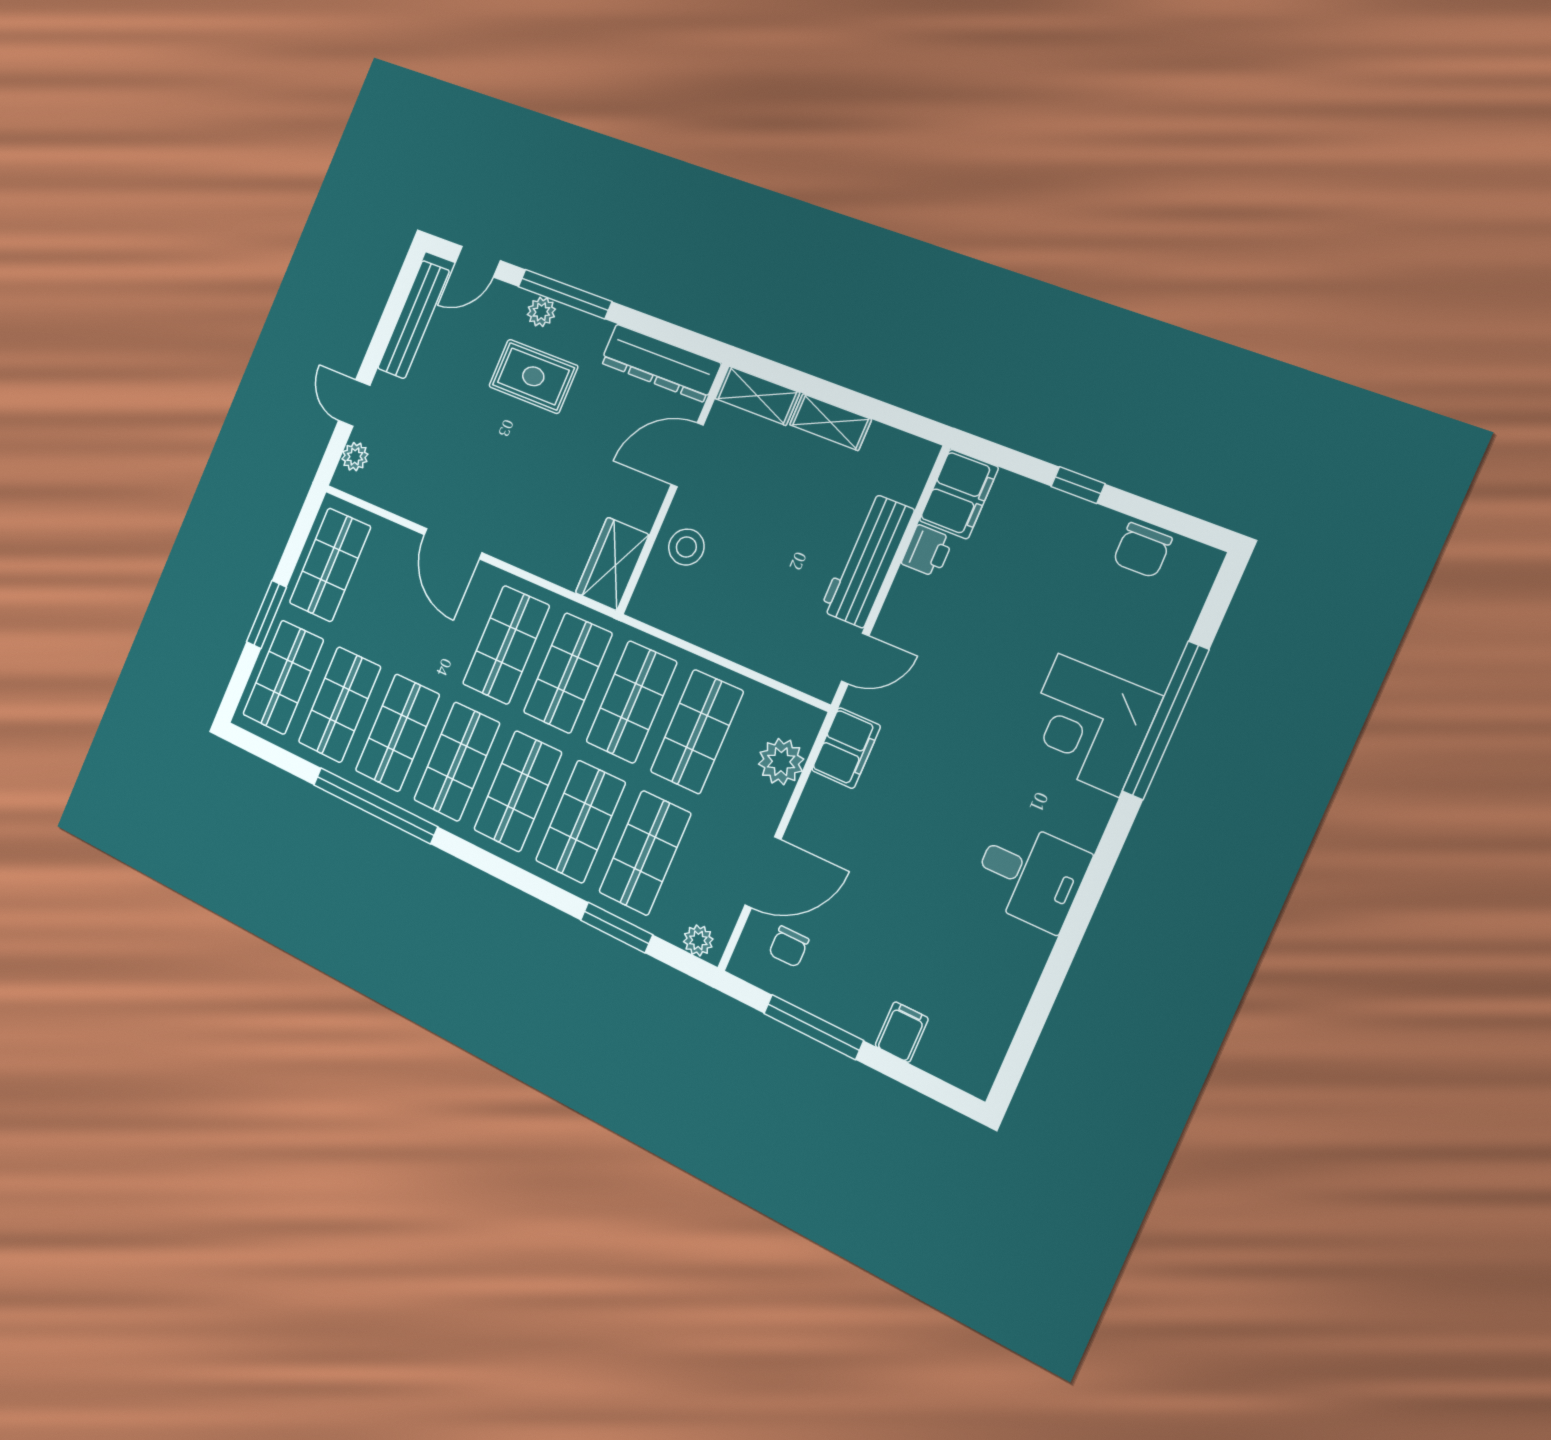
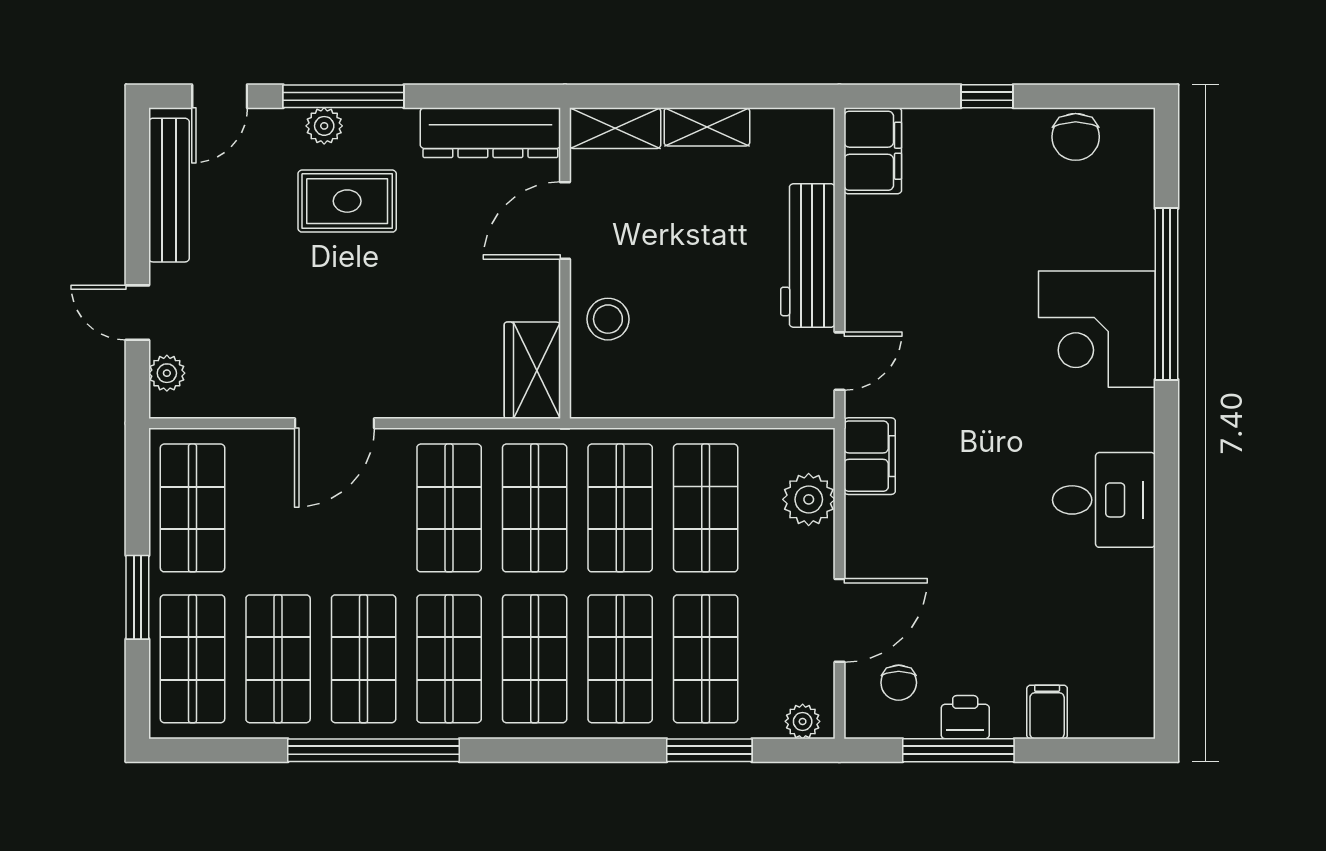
door: (453, 544) -> (335, 423), hinge flipped
printer: (927, 551) -> (965, 717), moved, turned -90

